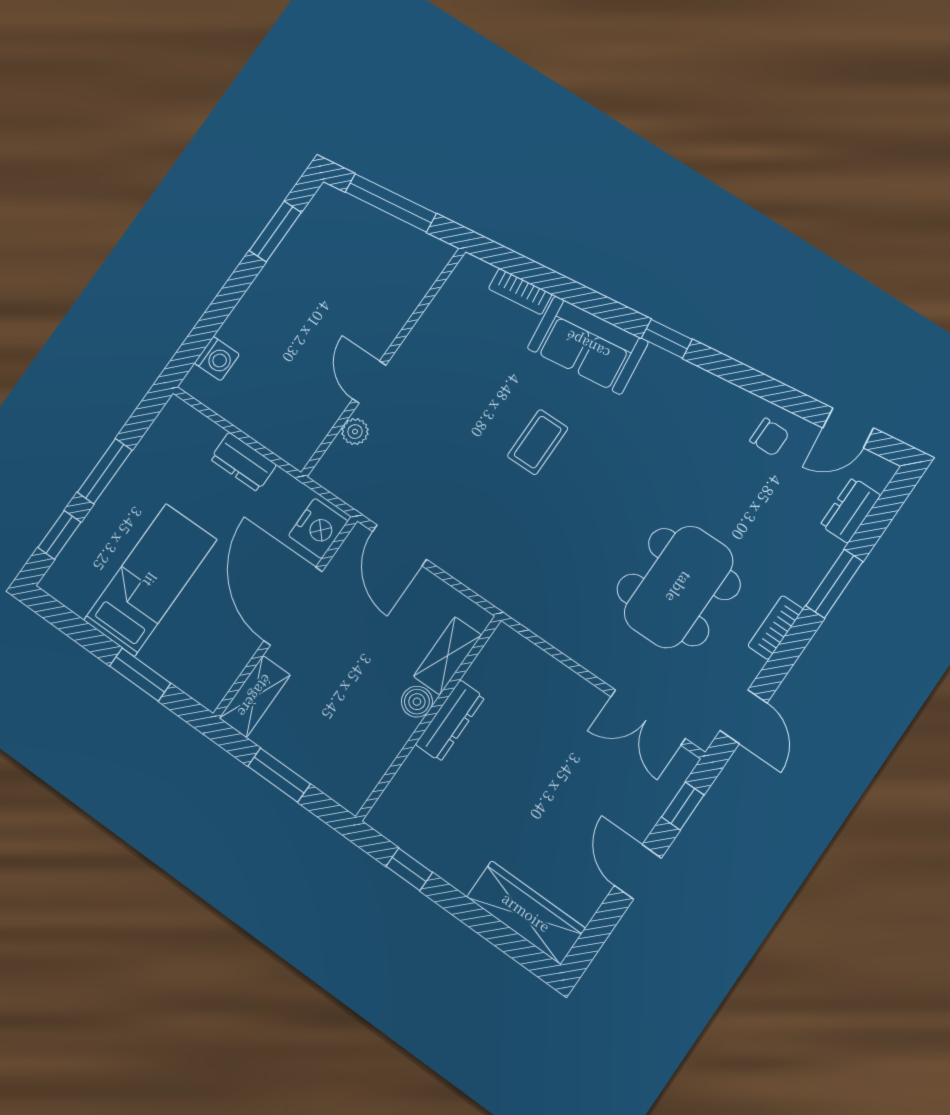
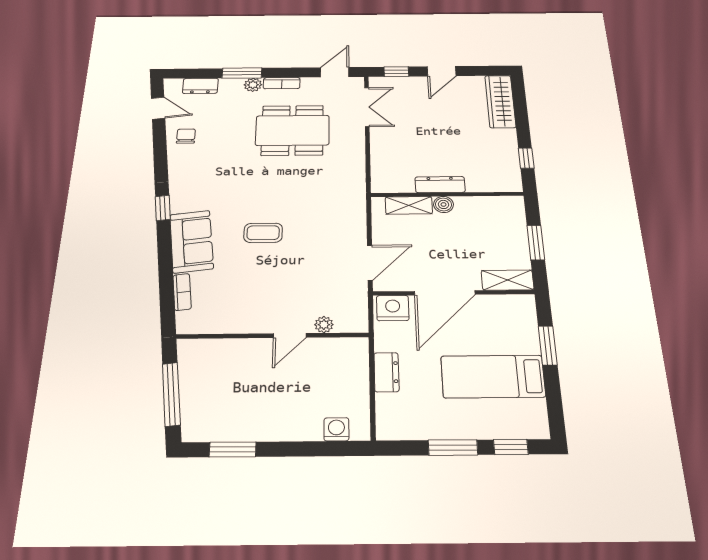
plant: (801, 585) -> (253, 85), added

